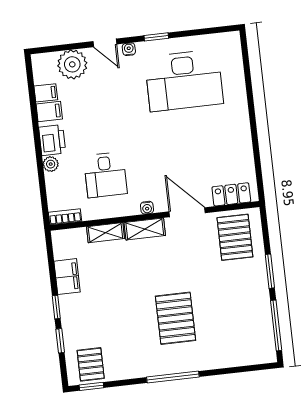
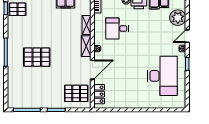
desk: (184, 80) -> (162, 76), turned 180

